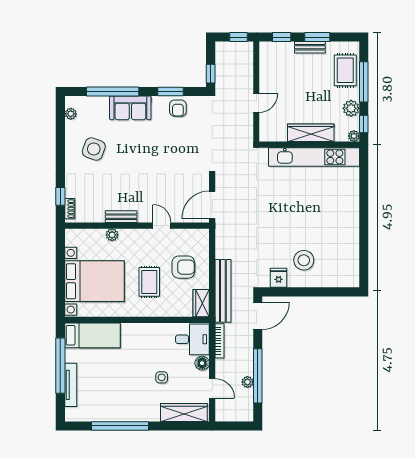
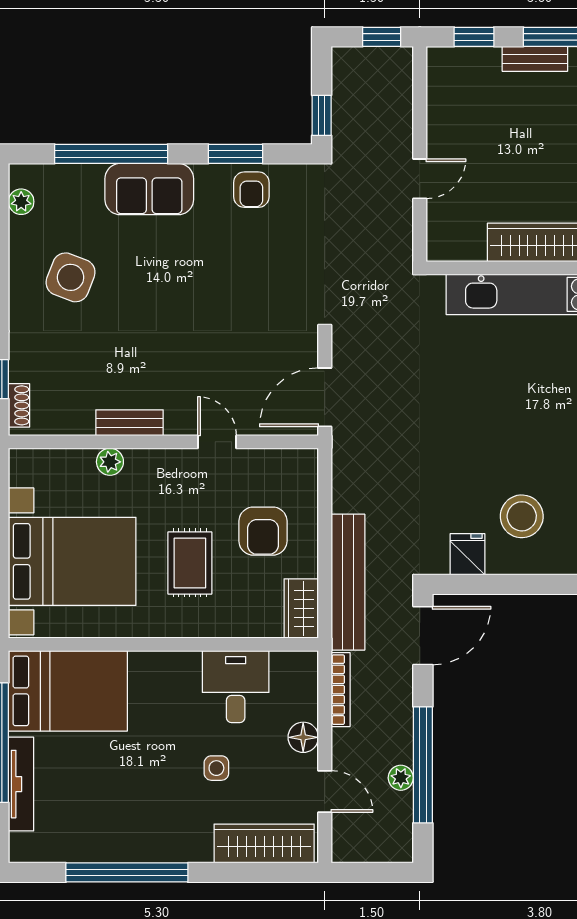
armchair: (183, 267) -> (263, 531), turned 90
bed: (92, 335) -> (68, 691), width x1.50
desk: (192, 339) -> (236, 687), moved, turned -90

